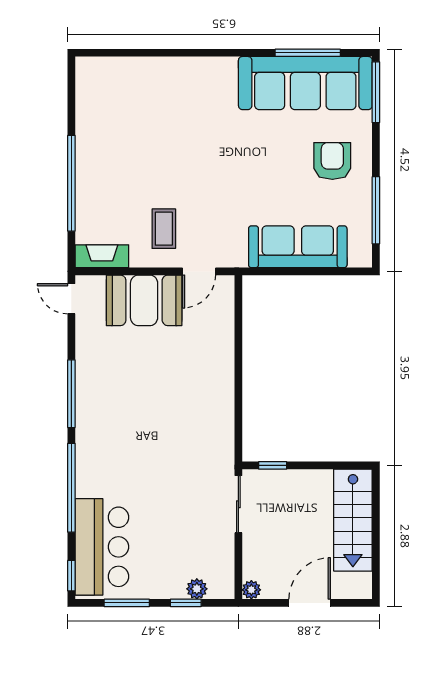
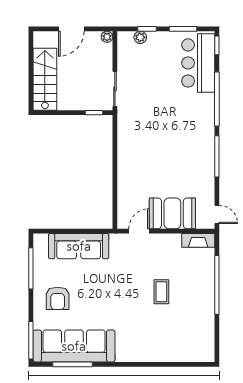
coffee table: (164, 229) -> (161, 292), moved

